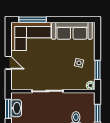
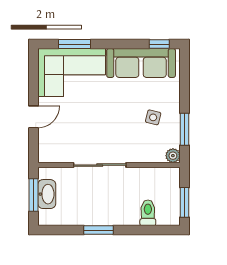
window: (33, 20) -> (75, 44), width x0.69
window: (83, 20) -> (159, 44), added
door: (8, 63) -> (33, 117), hinge flipped

